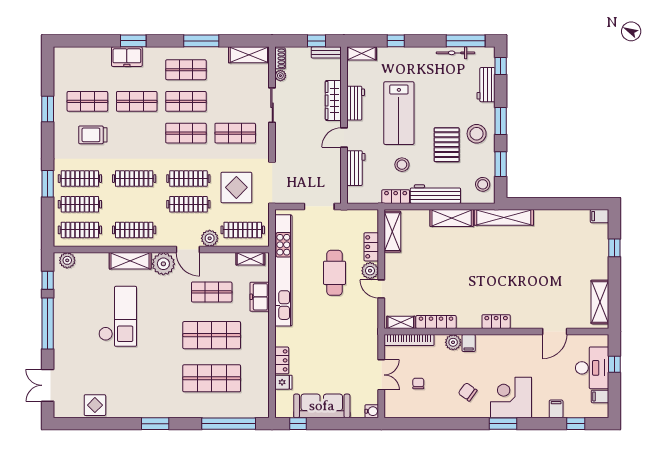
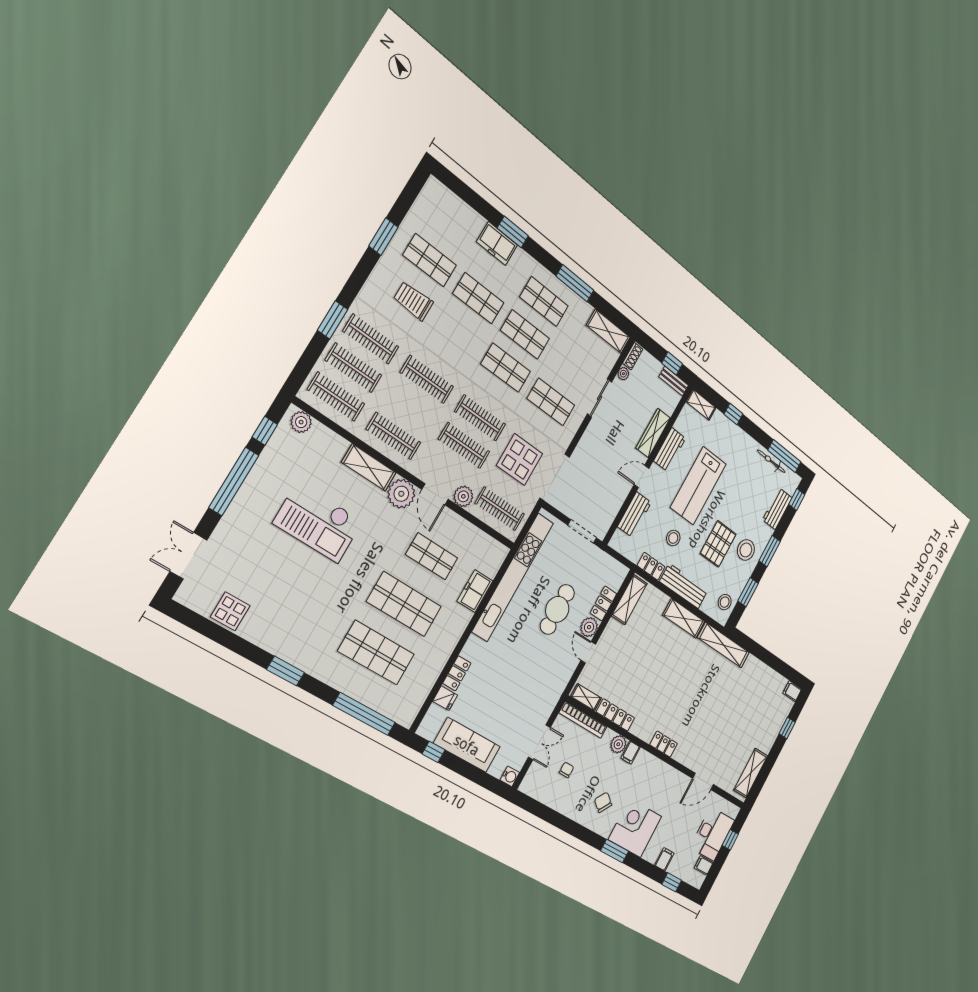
shelving: (250, 259) -> (489, 544), removed
checkout: (118, 316) -> (318, 522), turned 90

